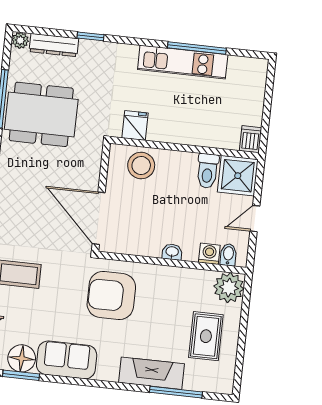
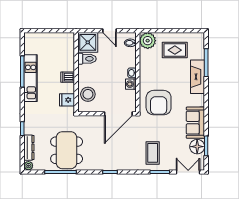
dishwasher: (250, 139) -> (68, 77), moved
washing machine: (209, 254) -> (131, 84), moved

